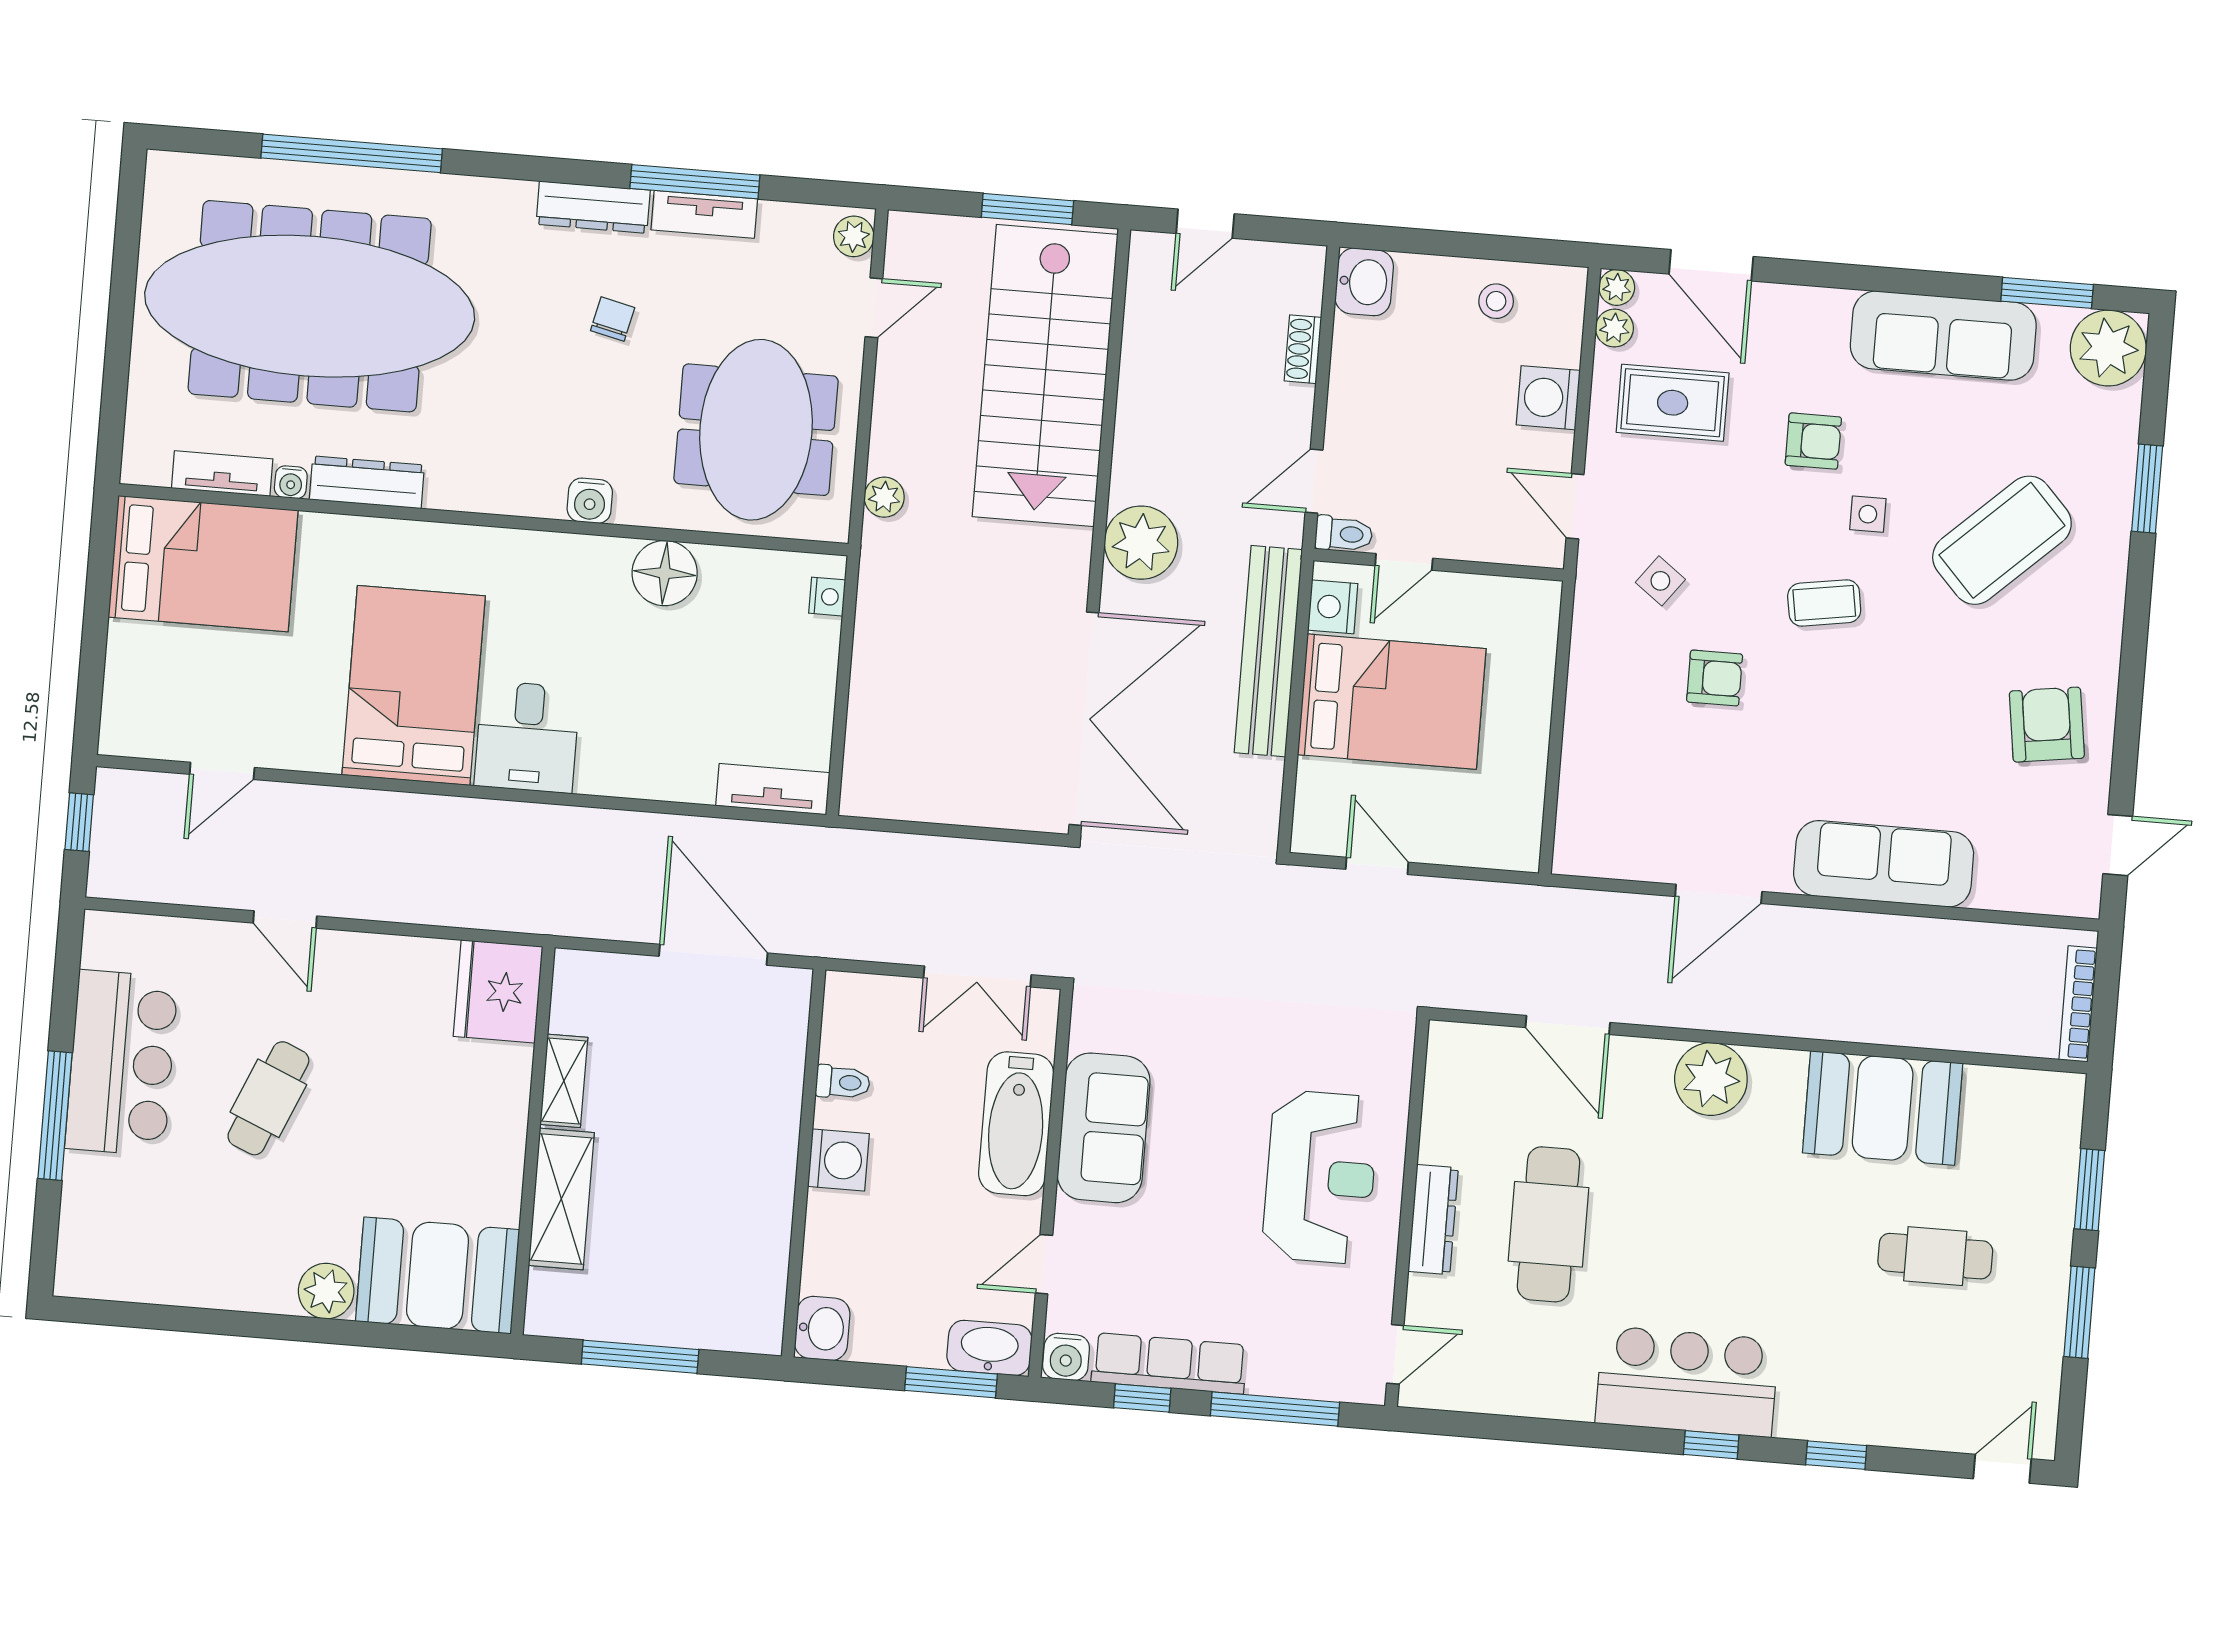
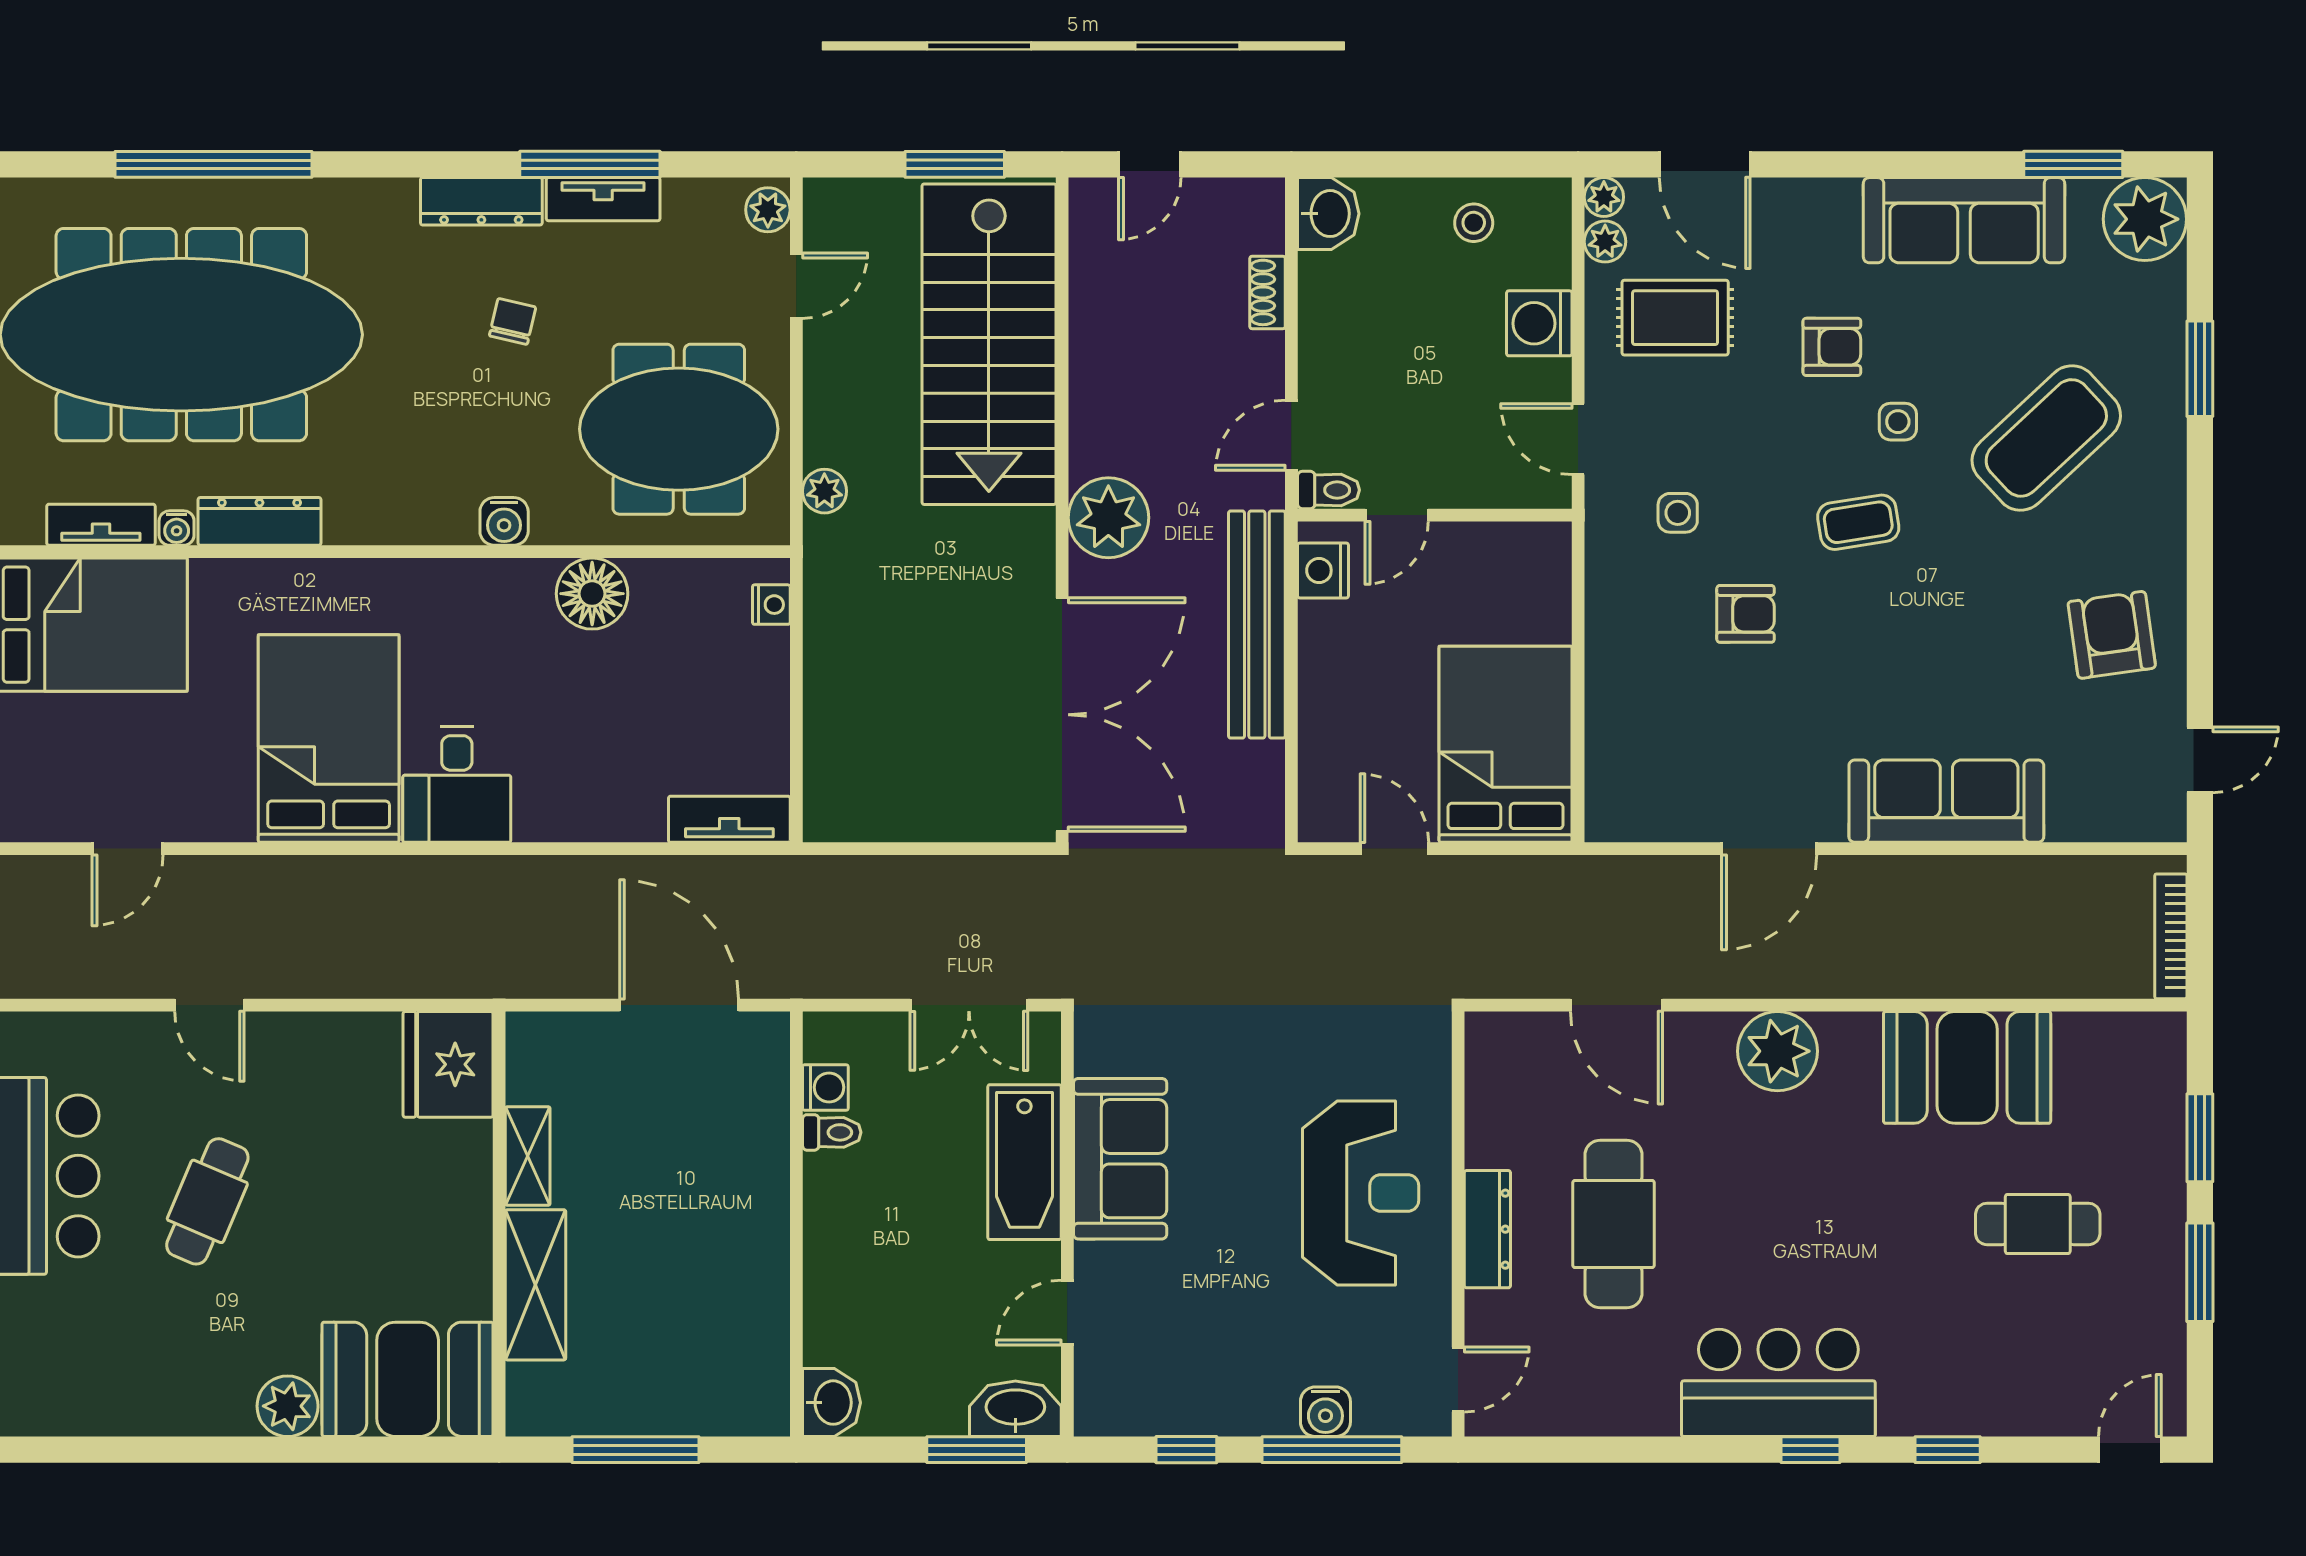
meeting table: (756, 430) -> (679, 429), turned 90
side table: (1660, 581) -> (1678, 513), turned -37
bed: (1392, 702) -> (1506, 744), moved, turned -90
washing machine: (838, 1160) -> (825, 1087), moved, width x0.73, depth x0.73
water cooler: (1066, 1357) -> (1325, 1412), moved
row of seats: (1169, 1363) -> (1213, 1410), removed

